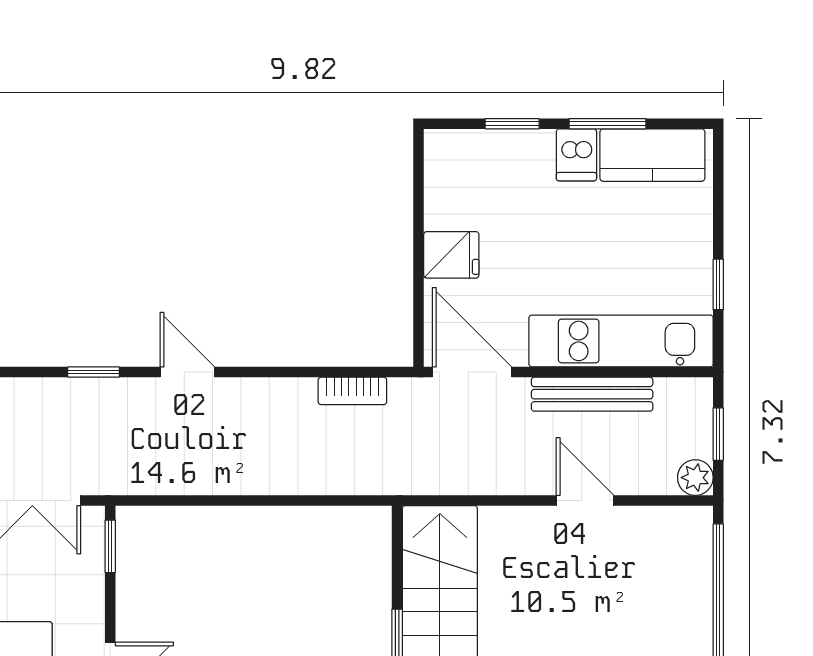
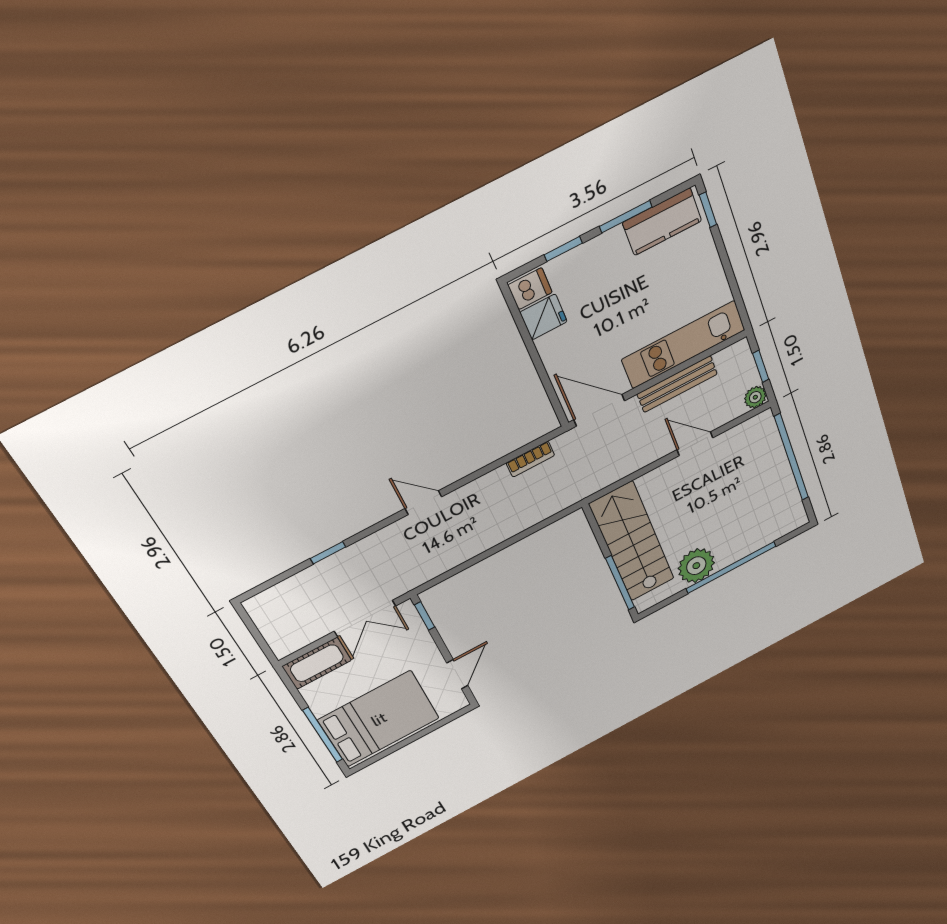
dishwasher: (576, 155) -> (530, 289), moved, turned -90
fridge: (451, 255) -> (544, 317), moved
window: (718, 284) -> (708, 210), moved
window: (93, 372) -> (328, 553), moved

